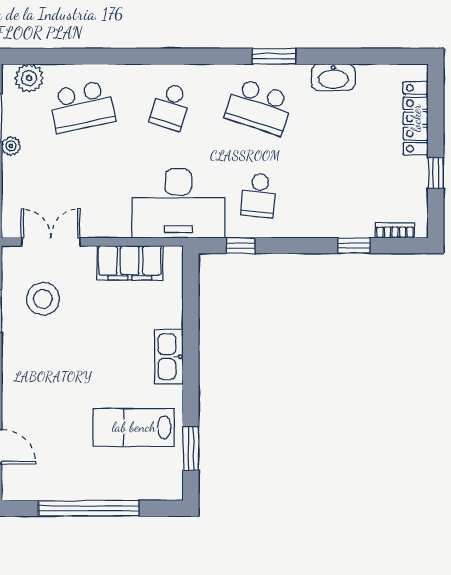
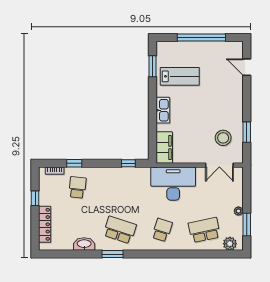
school desk: (259, 195) -> (77, 187), moved
desk: (178, 203) -> (173, 184), moved
filing cabinet: (130, 263) -> (164, 148), moved, turned 90

